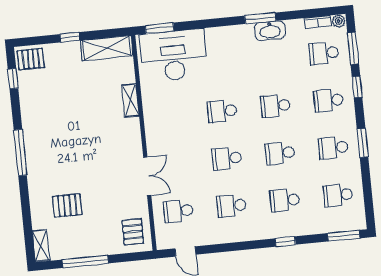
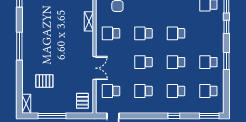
school desk: (329, 100) -> (111, 33), moved

